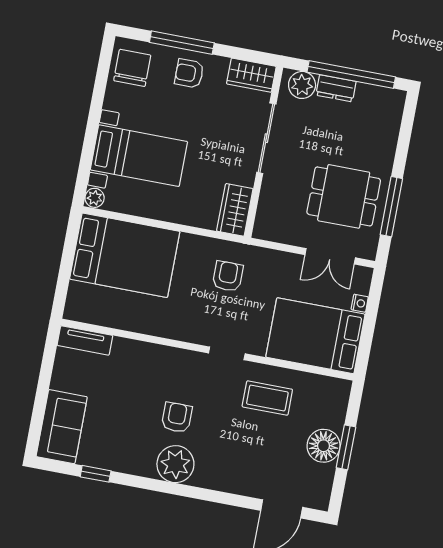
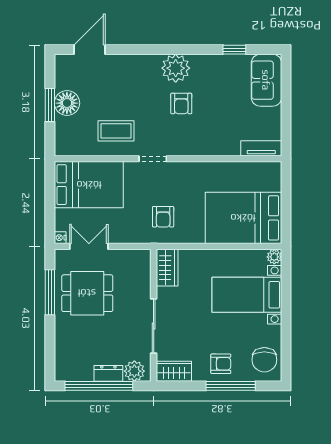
nightstand: (360, 303) -> (60, 238), moved

